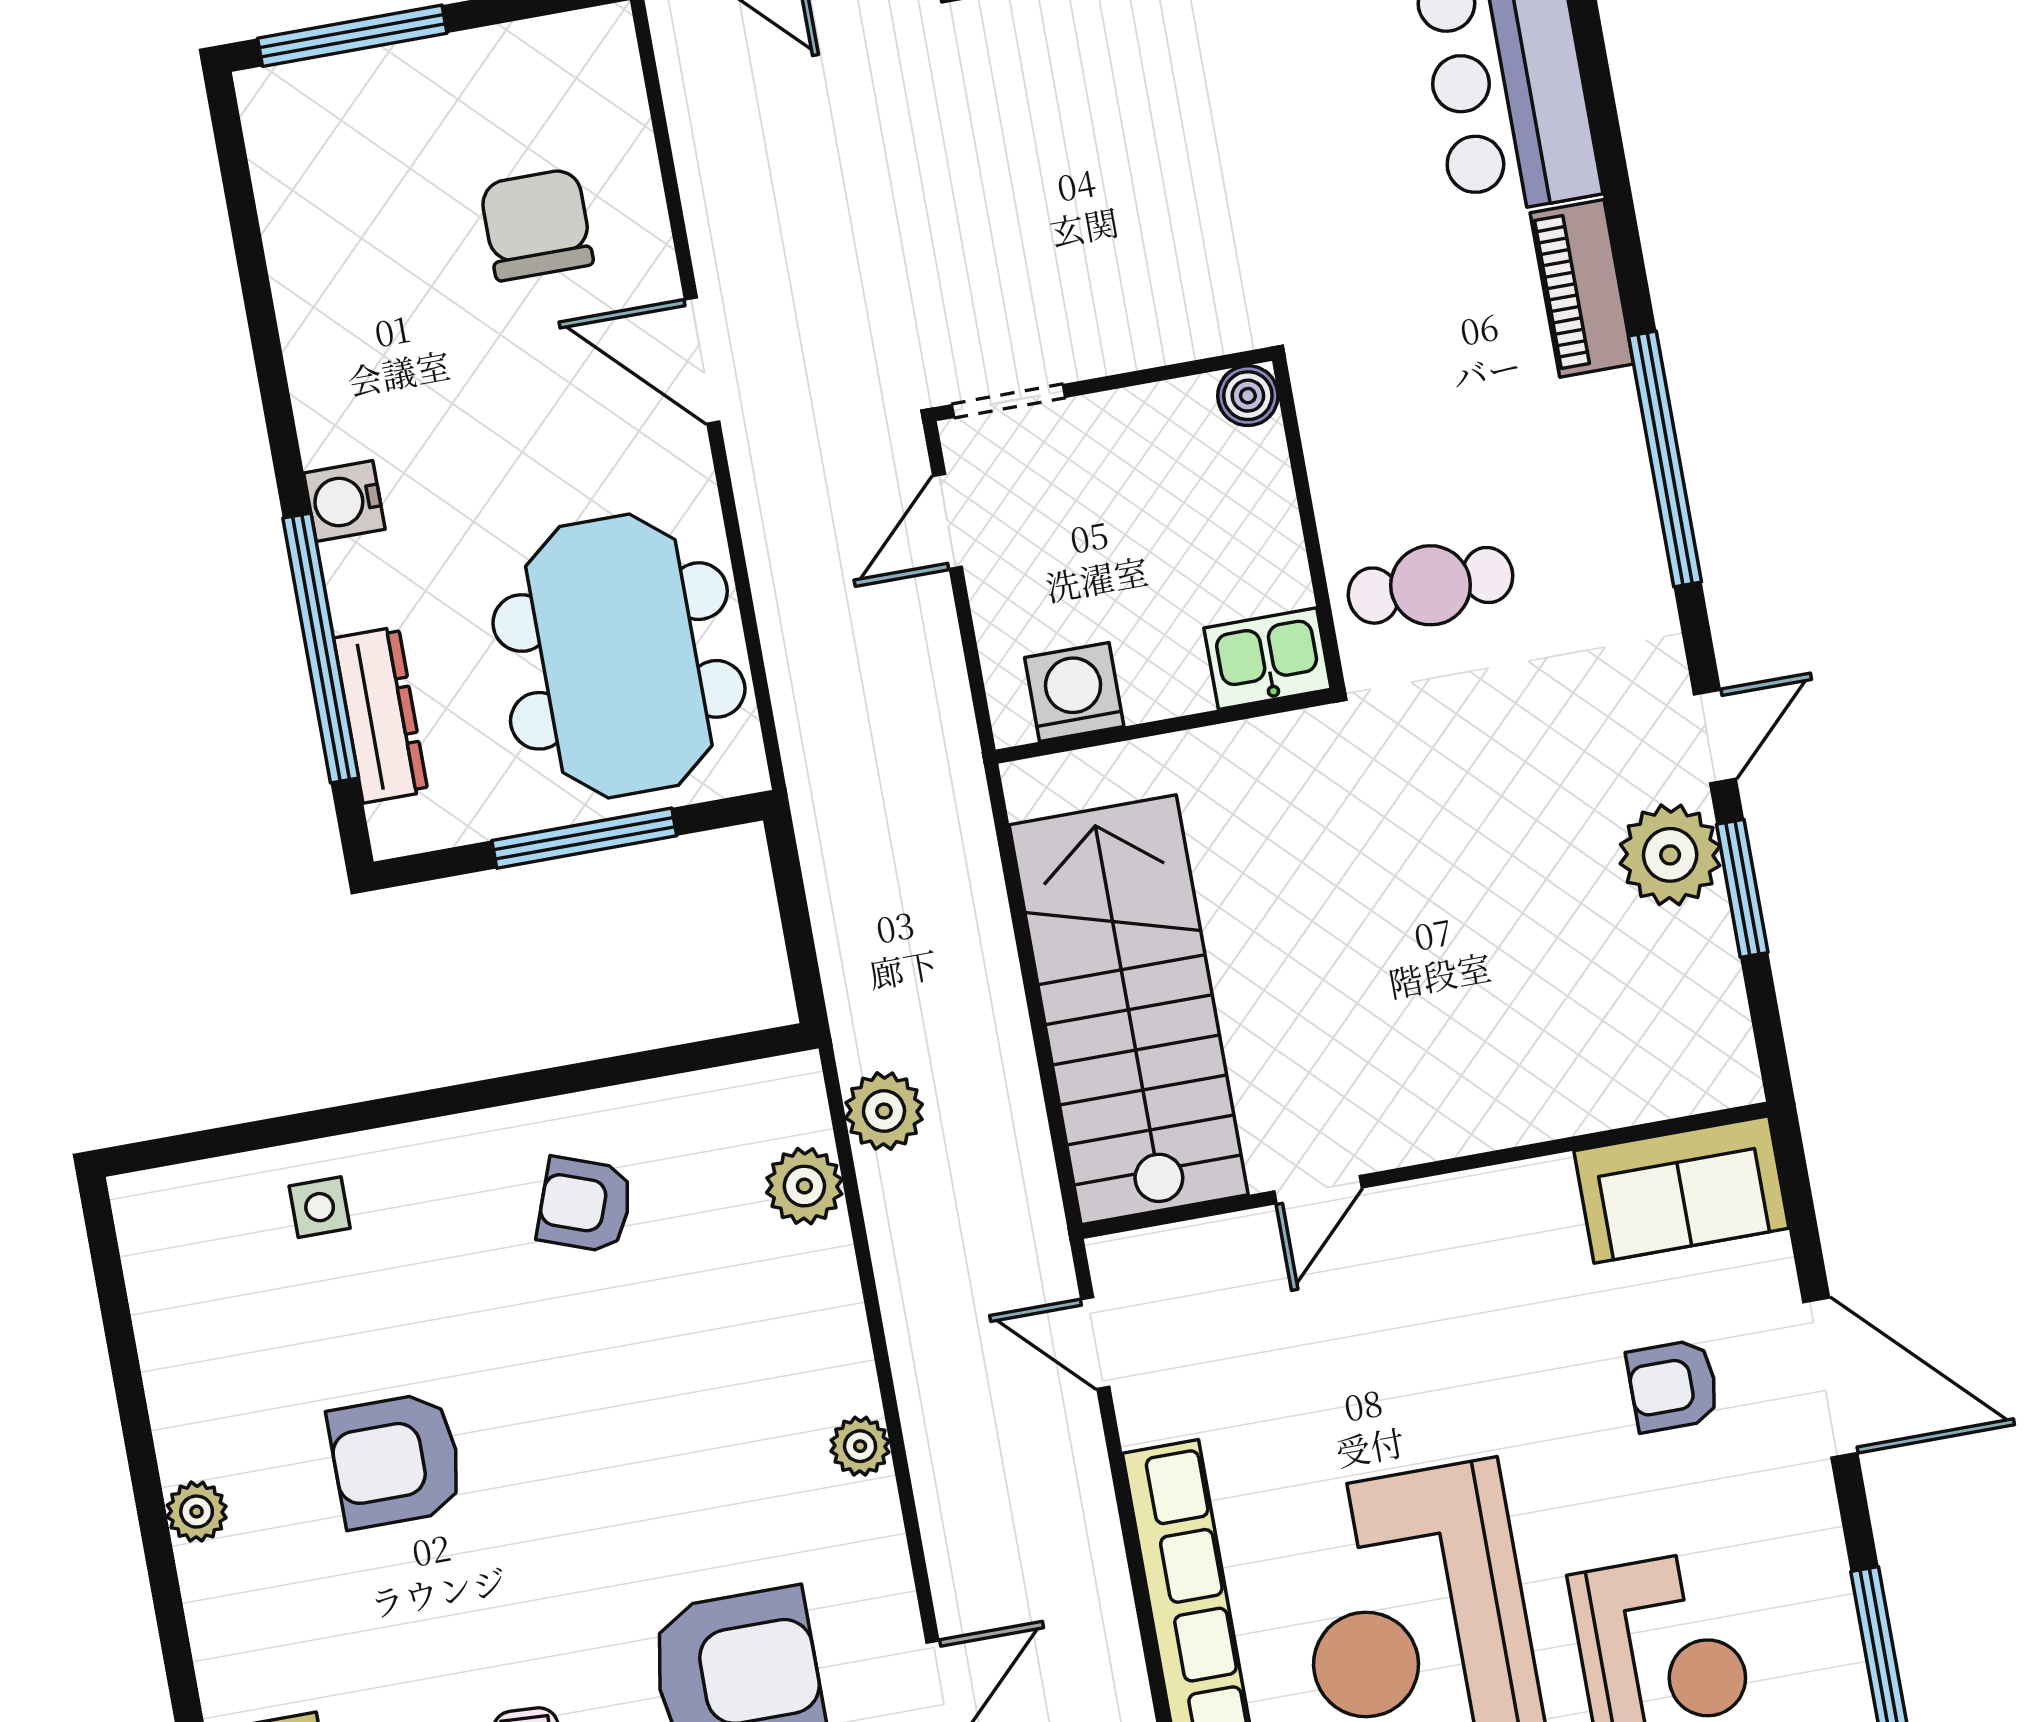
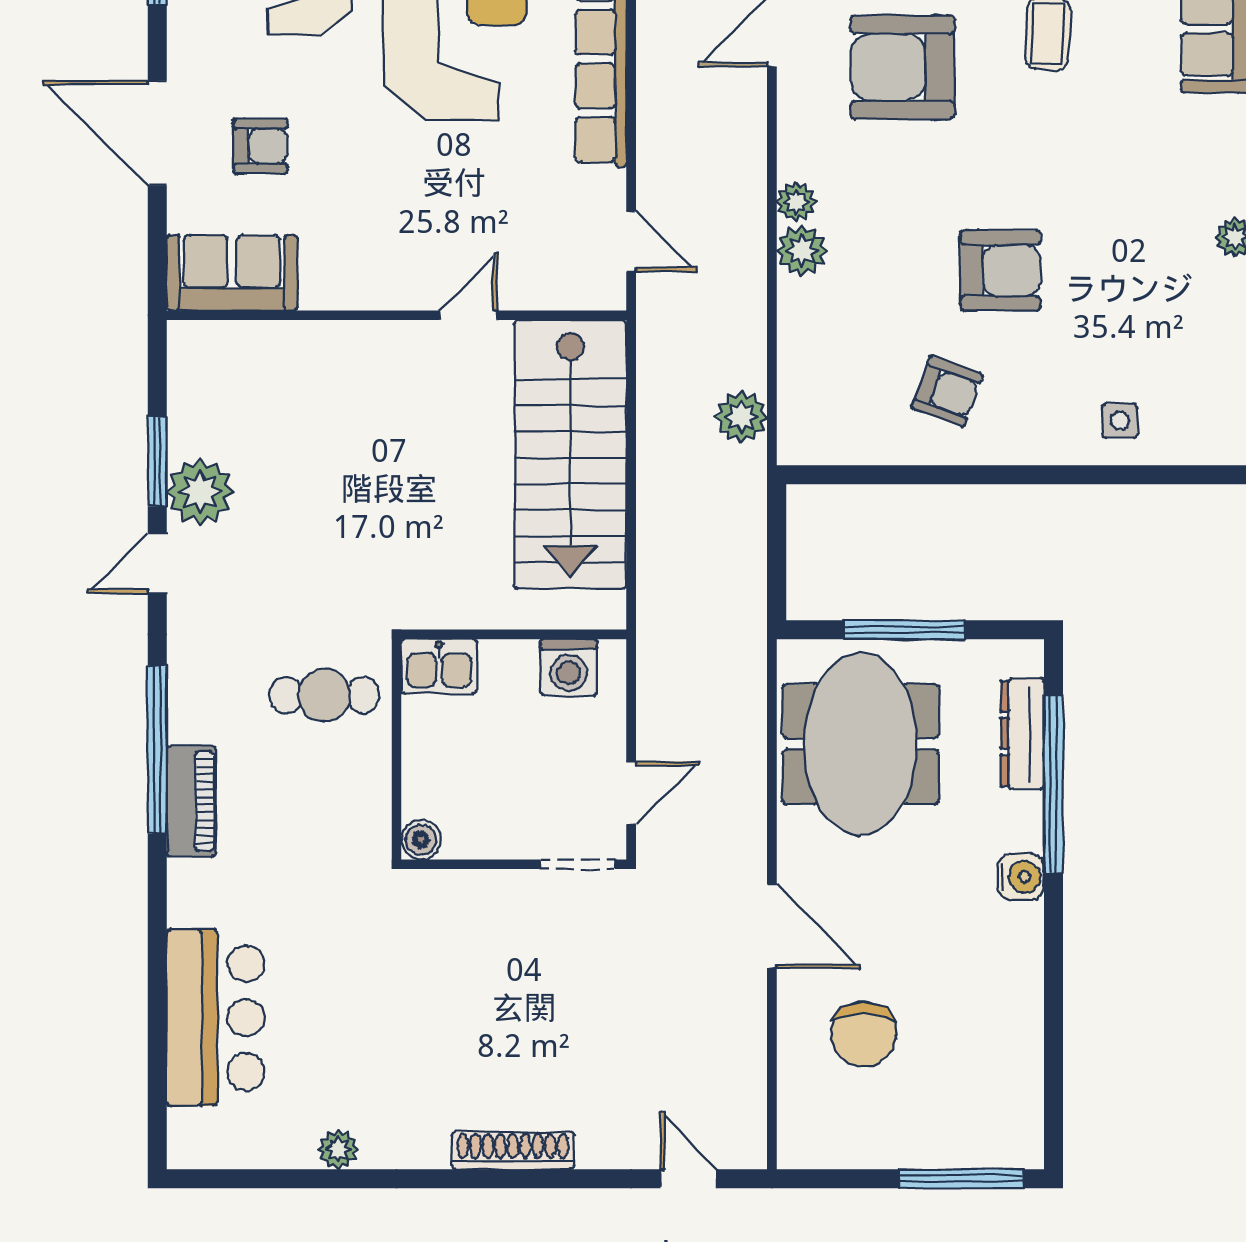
piano: (1582, 288) -> (191, 801), moved
plant: (804, 1186) -> (802, 251), moved
armchair: (396, 1460) -> (1000, 271), moved

